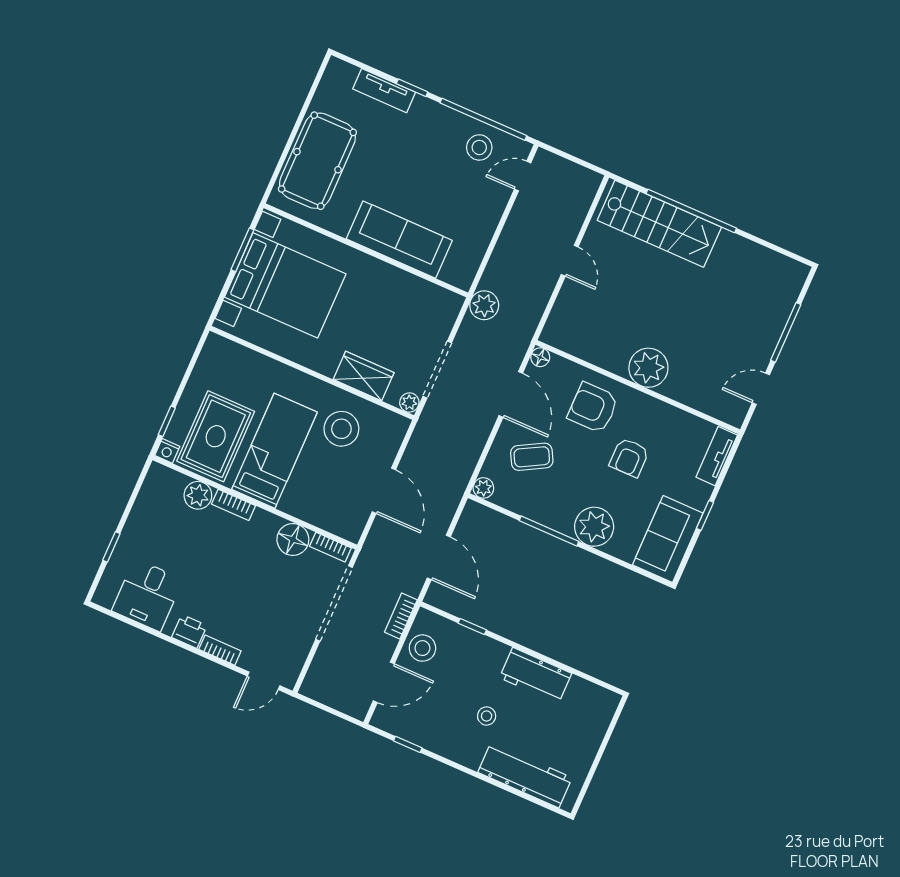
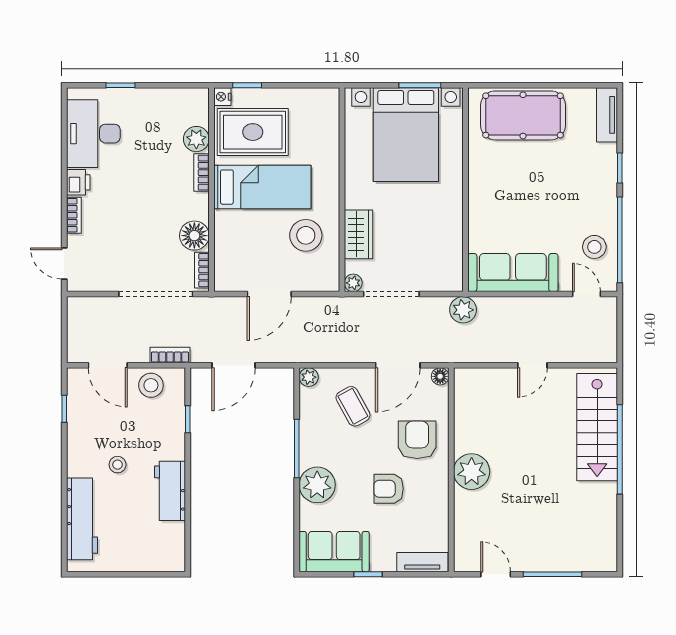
tv unit: (384, 91) -> (607, 115), moved
sofa: (399, 240) -> (513, 273), moved, turned -90
desk: (147, 595) -> (93, 134), width x1.37

